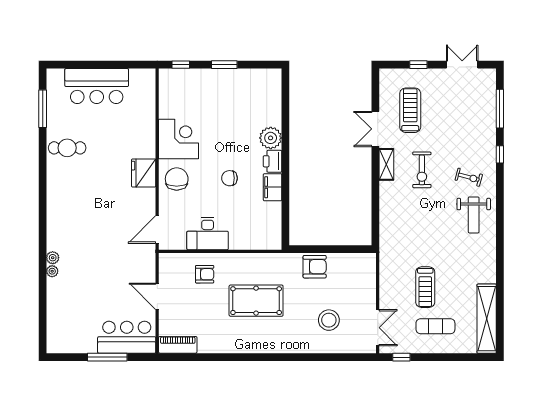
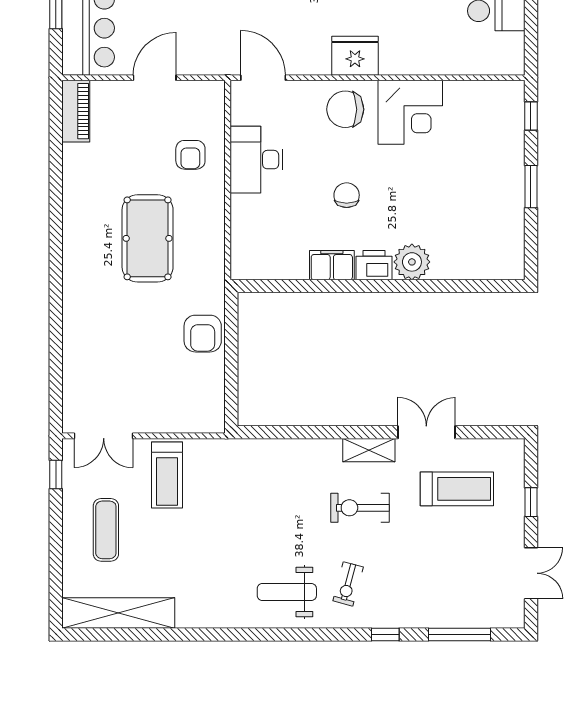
chair: (177, 179) -> (345, 109), turned 180
treadmill: (425, 287) -> (167, 475), moved, turned -90
stool: (329, 320) -> (116, 357), removed

